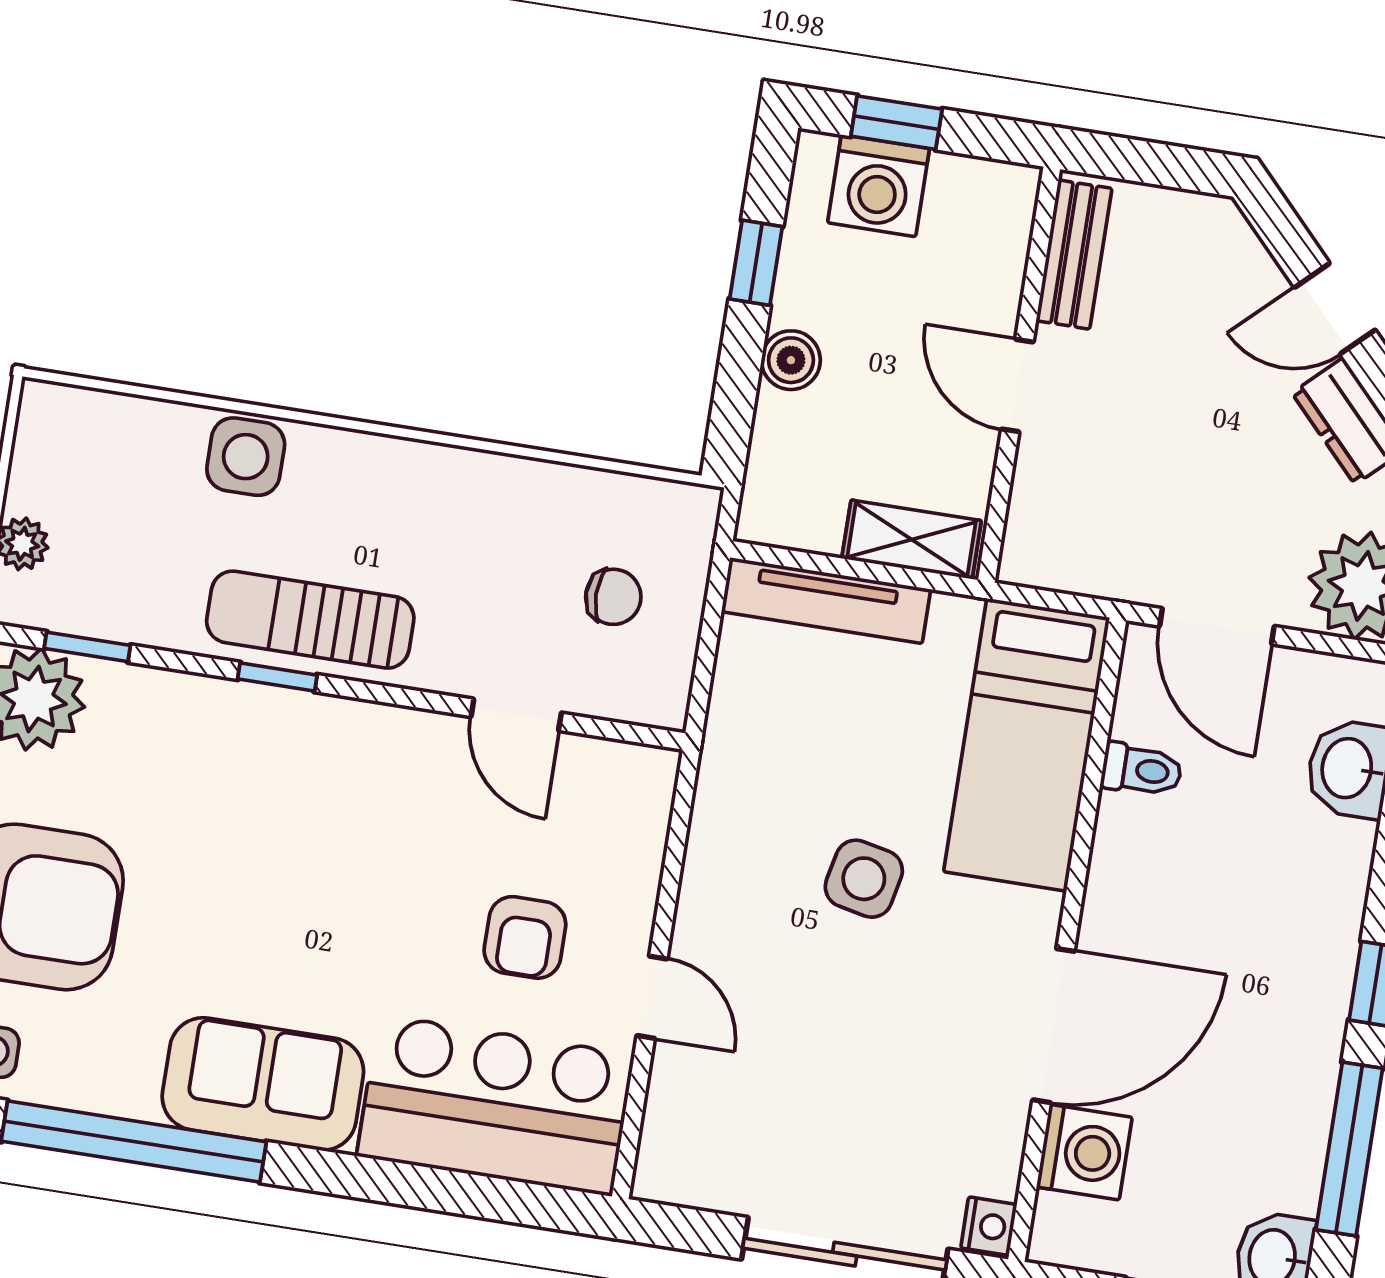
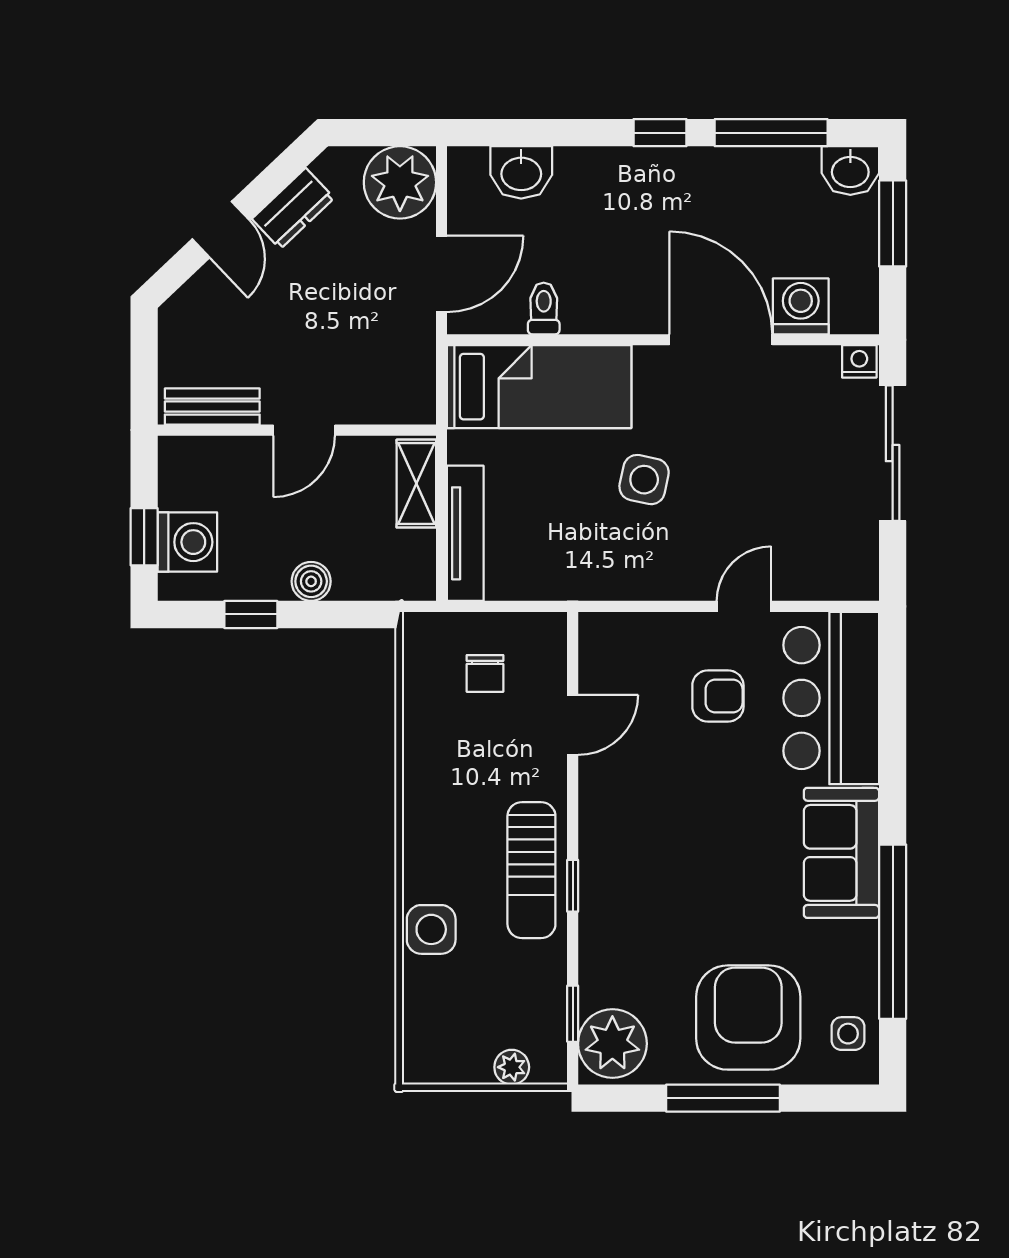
chair: (613, 597) -> (485, 673), turned 180

